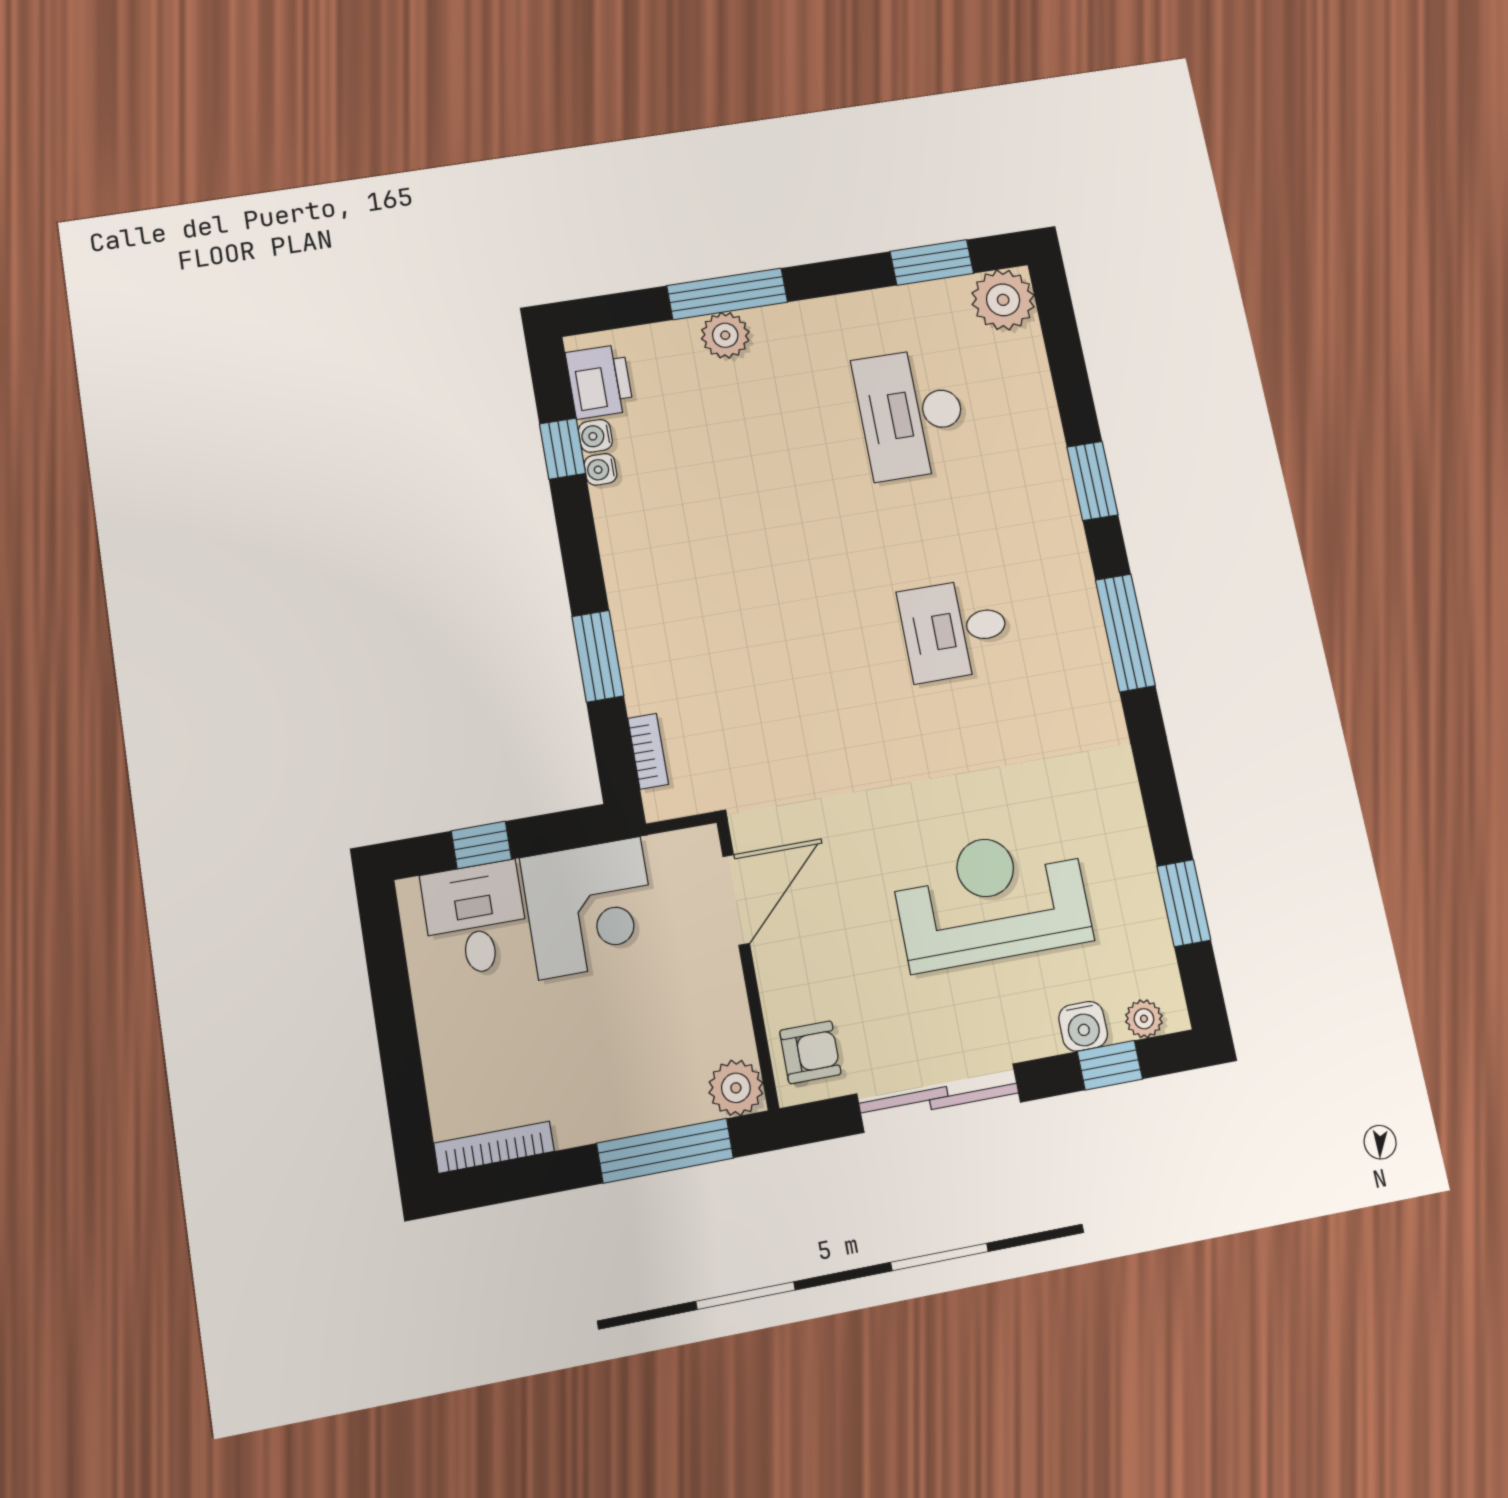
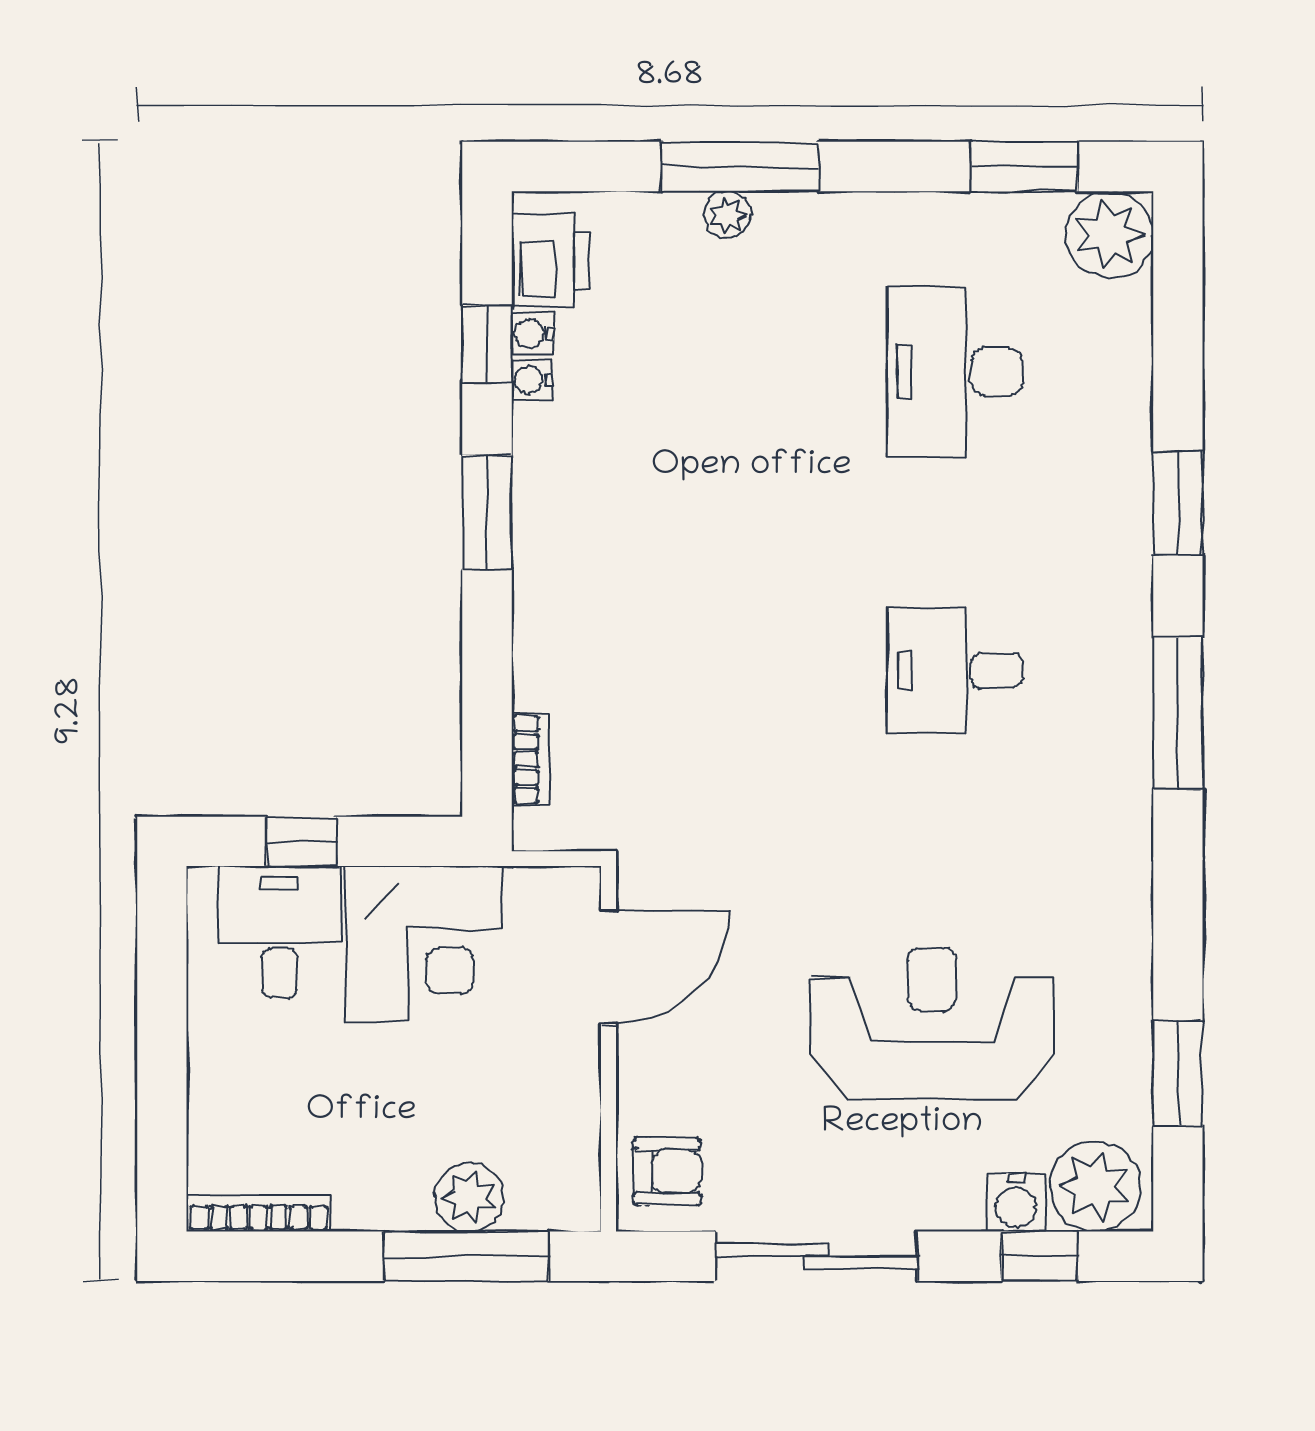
plant: (725, 335) -> (727, 215), width x0.73, depth x0.73
window: (598, 656) -> (487, 512), moved
plant: (1144, 1019) -> (1095, 1186), width x1.88, depth x1.88
plant: (736, 1088) -> (469, 1197), moved

